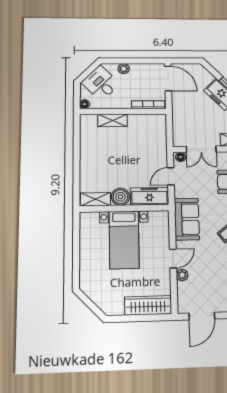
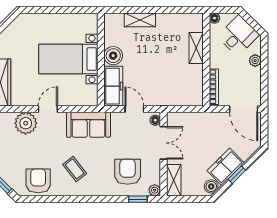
door: (168, 79) -> (244, 109), hinge flipped
double door: (201, 149) -> (163, 143), swing flipped
shelving: (95, 199) -> (140, 20), moved, turned 90
door: (173, 259) -> (48, 109), swing flipped
plant: (182, 275) -> (26, 123), width x1.88, depth x1.88

